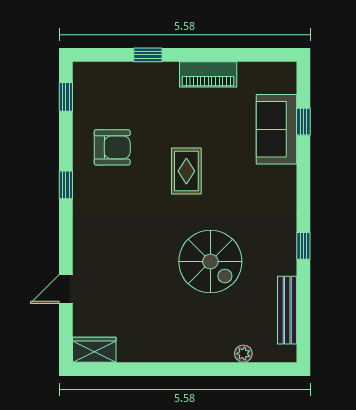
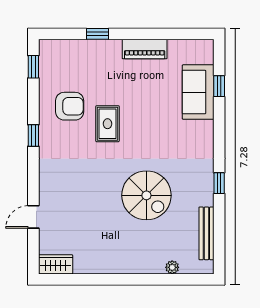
rug: (186, 171) -> (107, 124), moved

